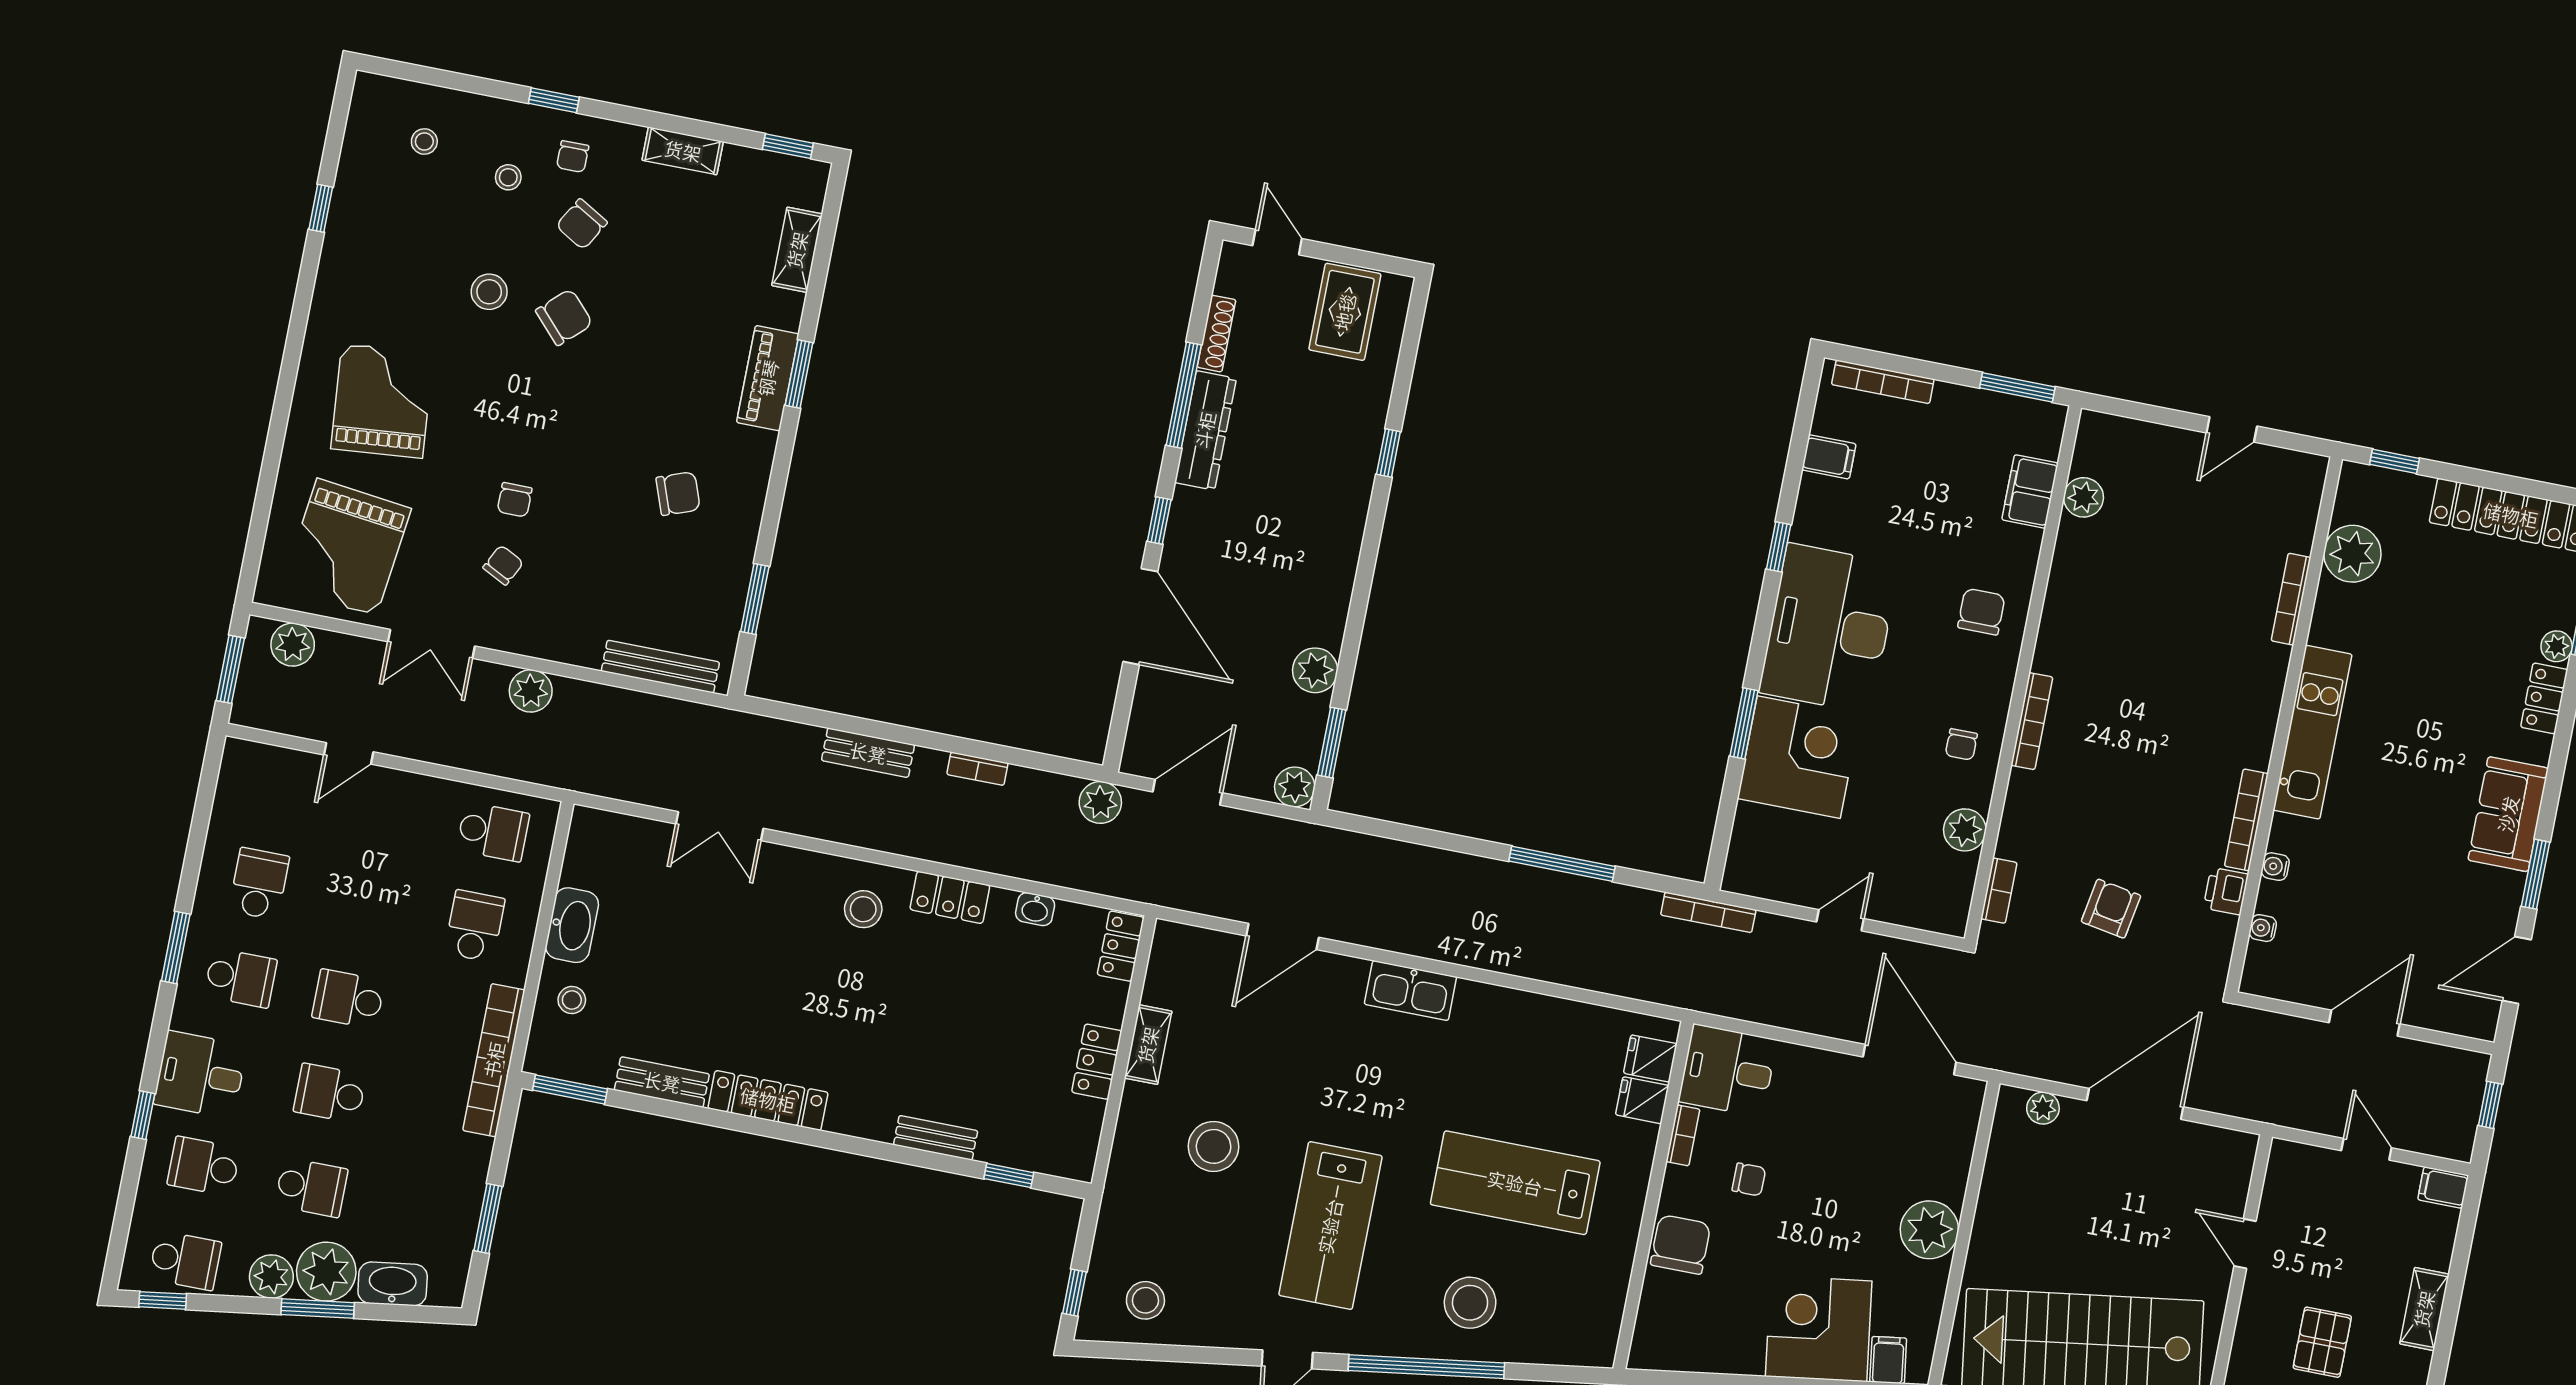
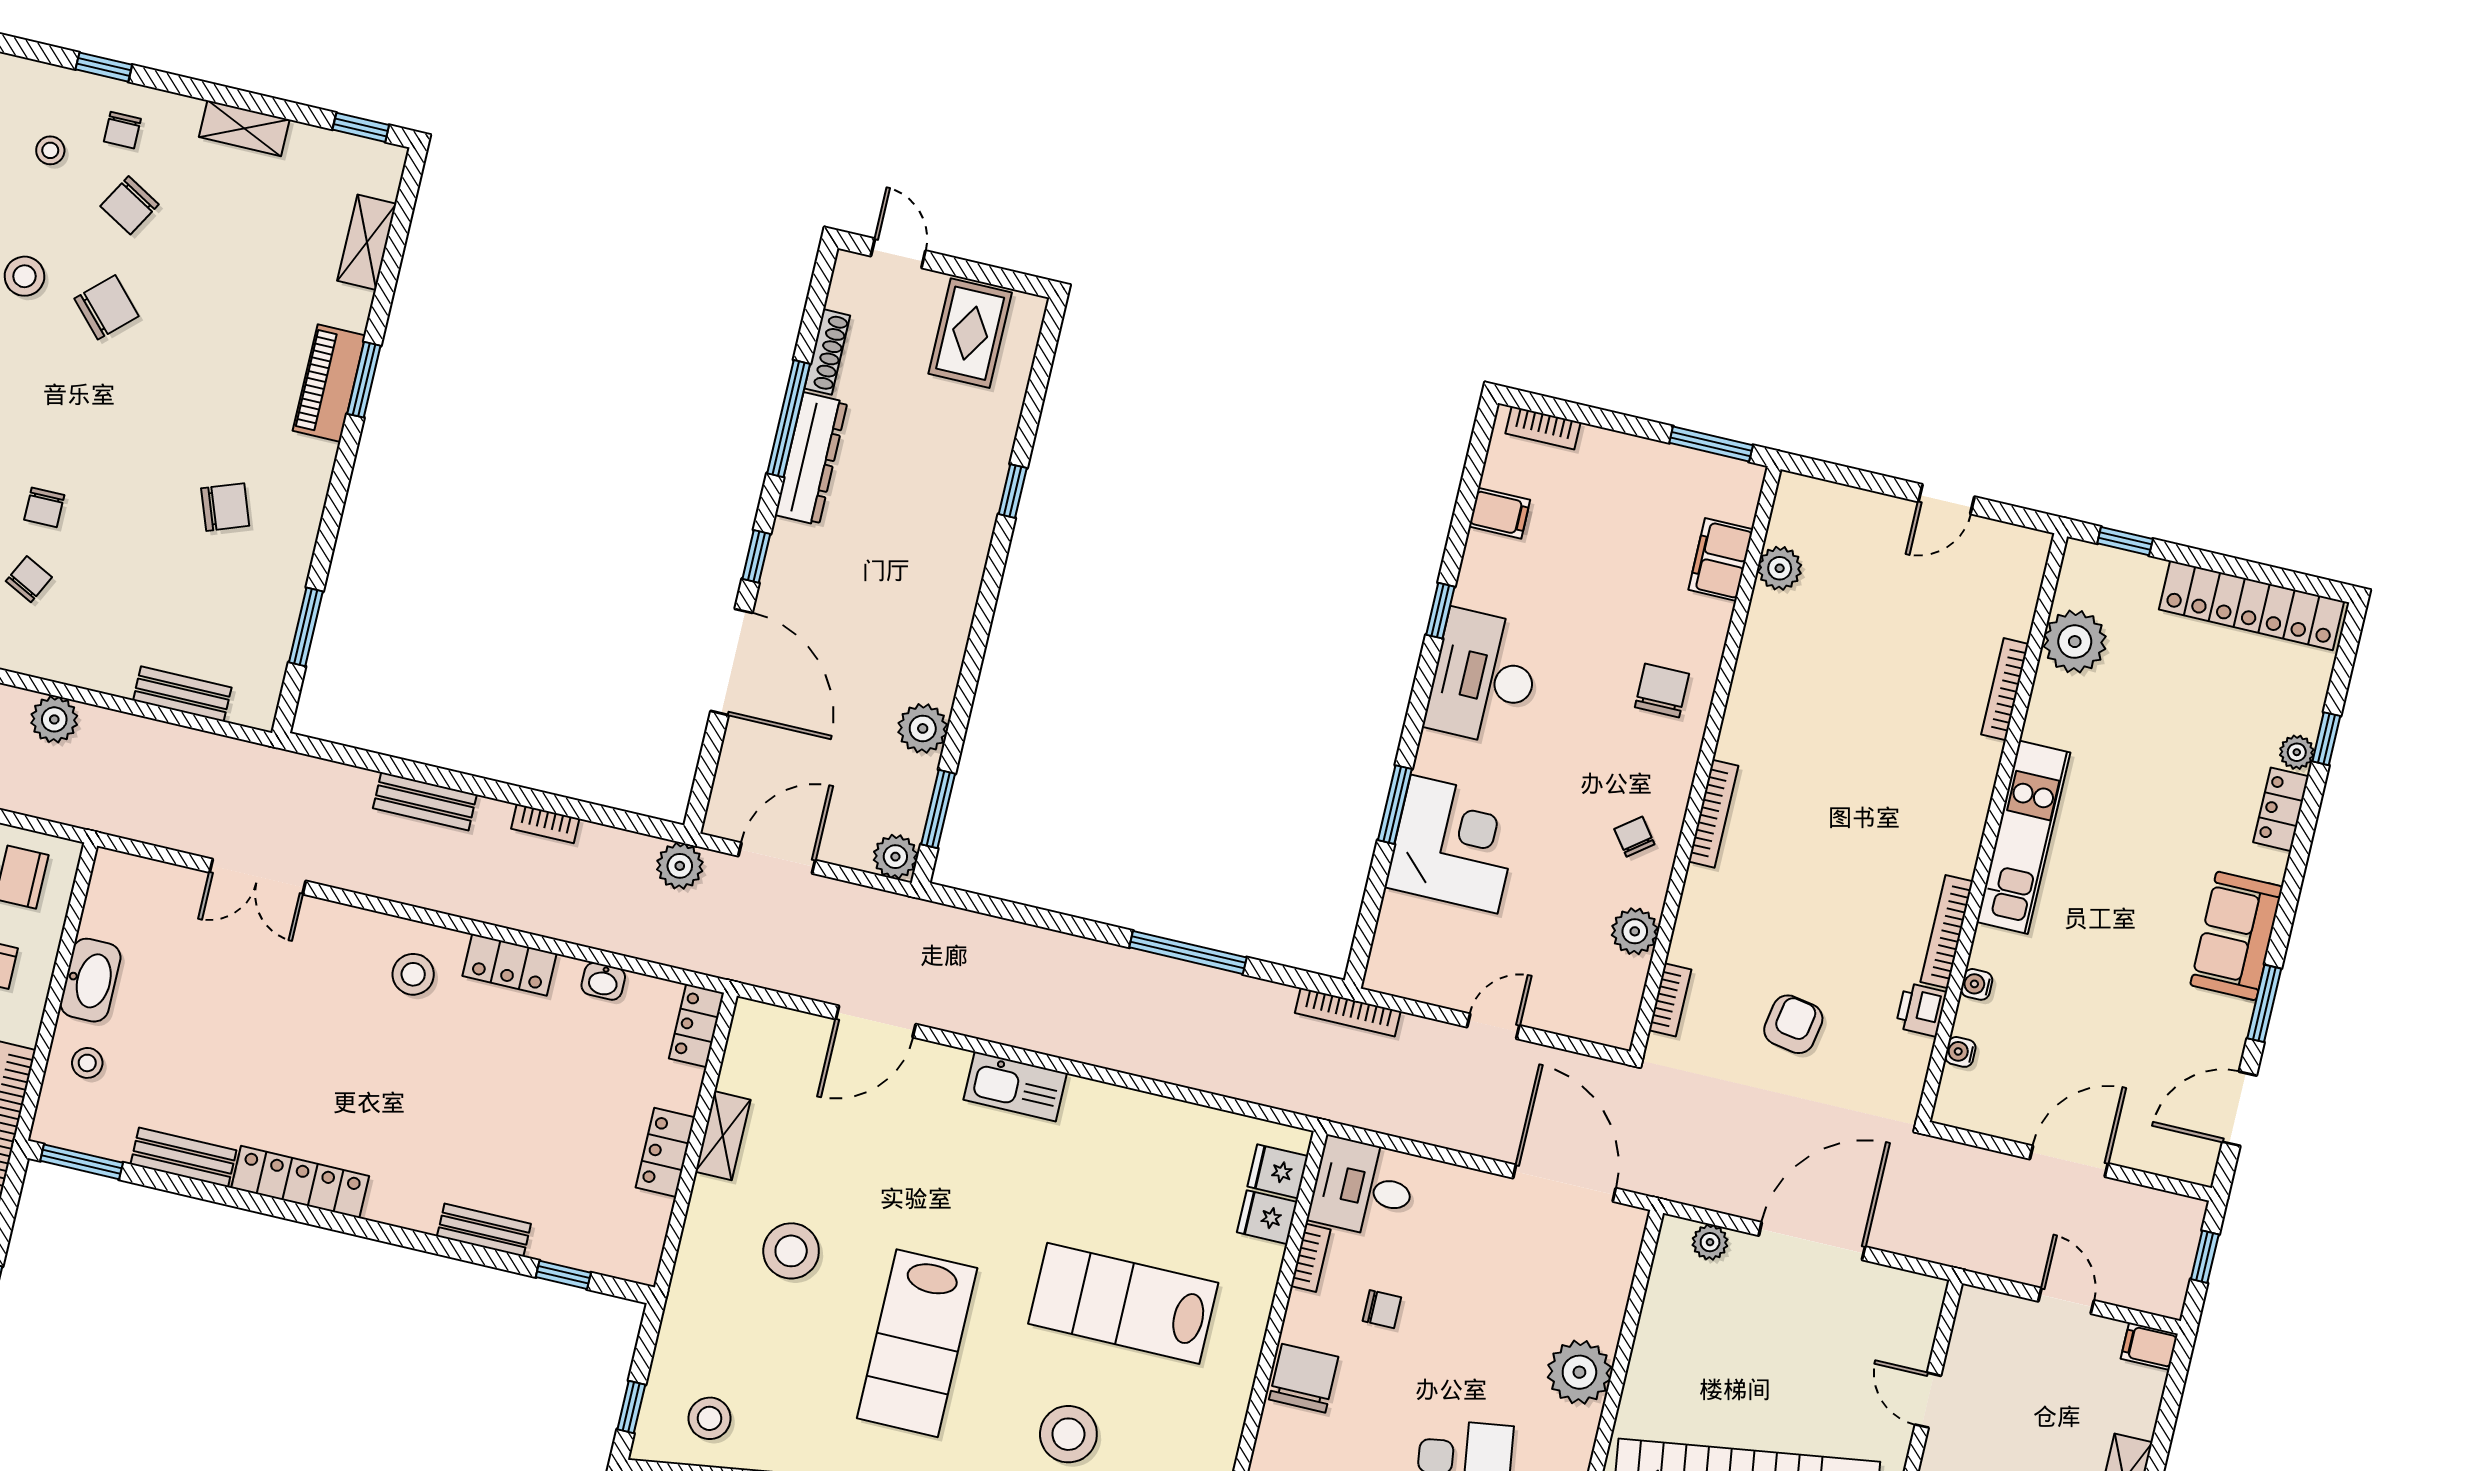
bookcase: (1883, 382) -> (1543, 428), width x0.64
desk: (1829, 628) -> (1484, 677), width x0.73, depth x0.77
bench: (660, 667) -> (182, 694), width x0.73
chair: (1961, 744) -> (1634, 837), turned 143

